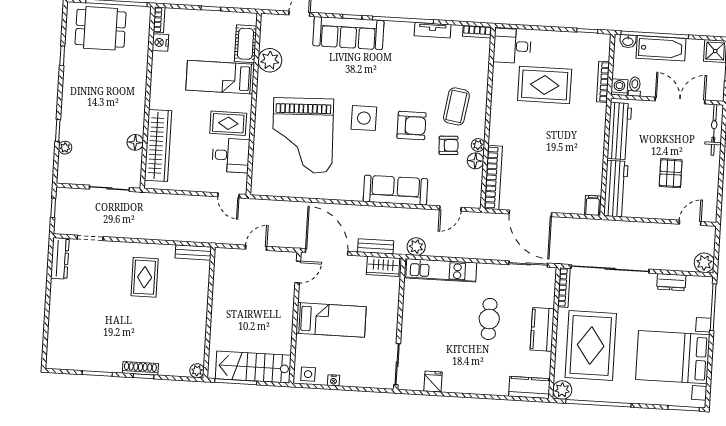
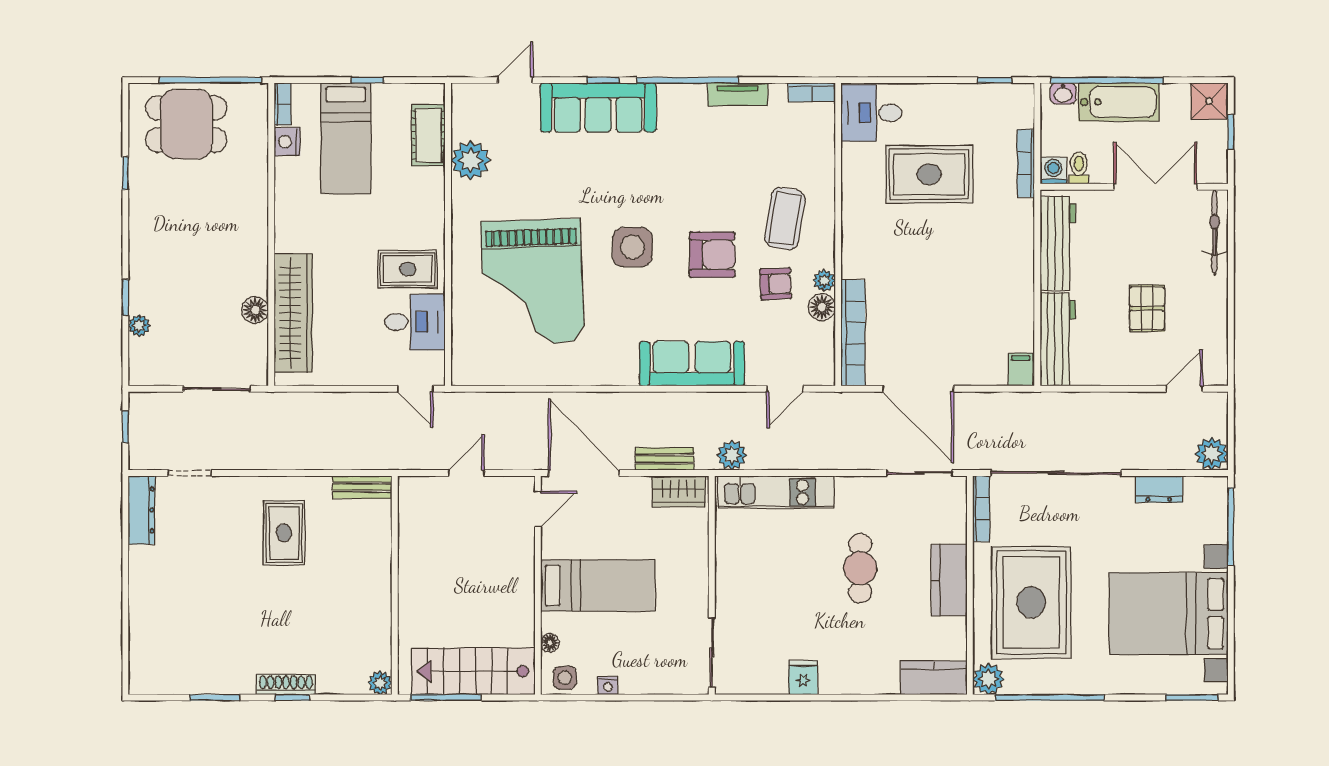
bed: (220, 77) -> (346, 139), moved, turned -90
floor lamp: (300, 353) -> (550, 643), added
fridge: (433, 382) -> (803, 678), moved

